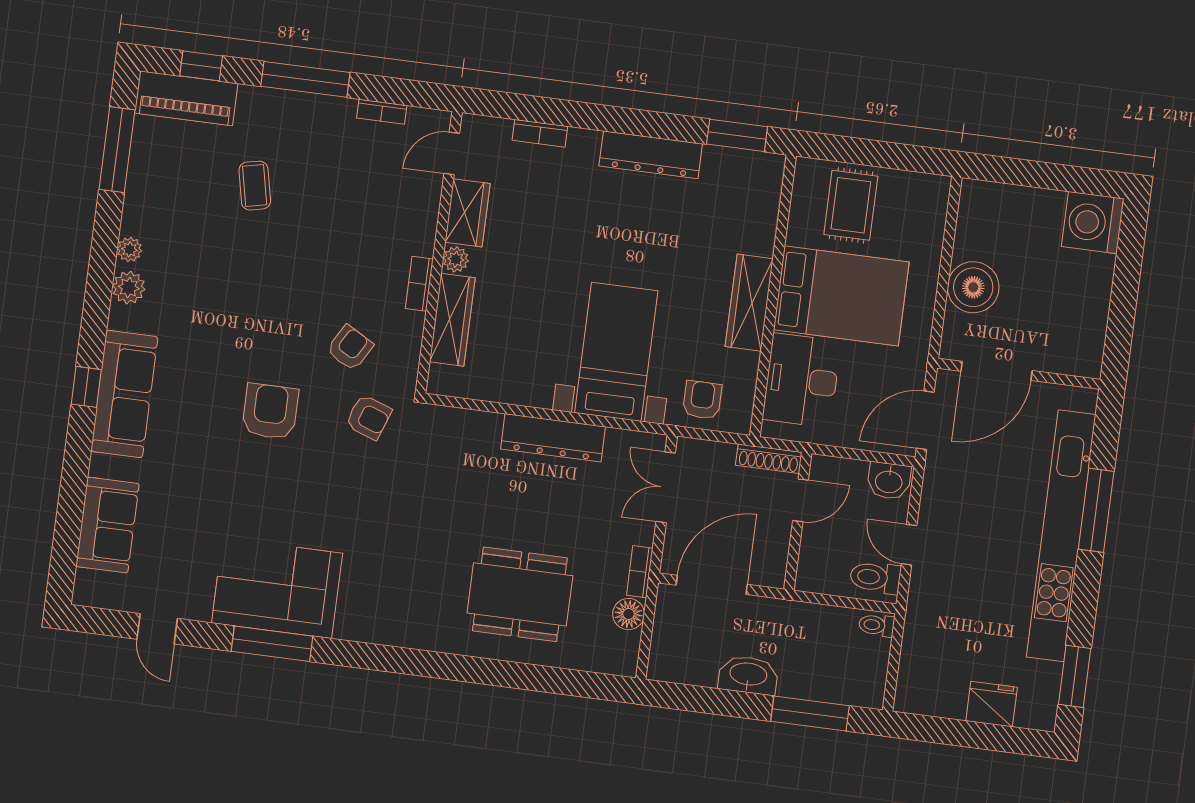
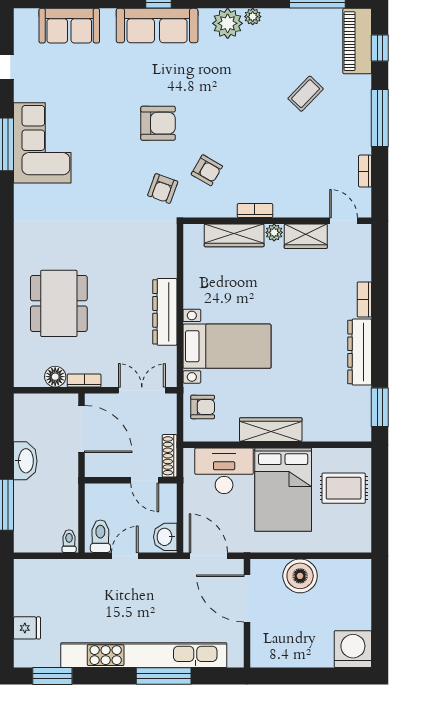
bookcase: (540, 133) -> (364, 299), moved
coffee table: (255, 186) -> (306, 94), turned -34
plant: (129, 288) -> (228, 23), width x1.36, depth x1.36
fridge: (992, 704) -> (27, 628), width x0.72

